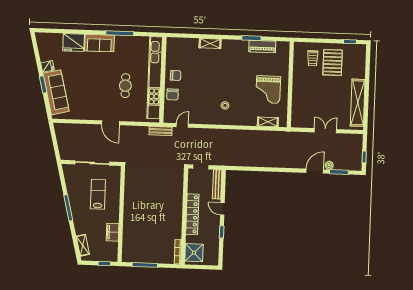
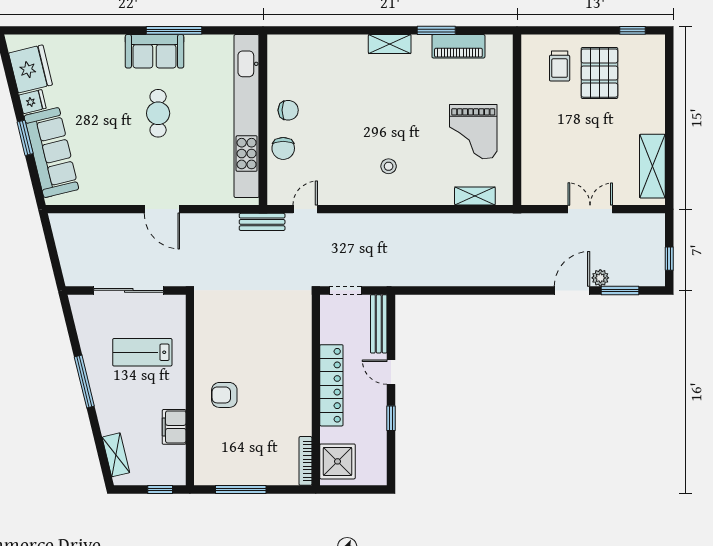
fridge: (74, 42) -> (31, 69), moved, turned -104
sofa: (99, 43) -> (154, 51), moved
shelving: (210, 43) -> (390, 44), moved
cafe table: (125, 86) -> (158, 113), moved
shelving: (358, 103) -> (652, 166), width x0.68
lab bench: (98, 194) -> (142, 352), turned -90
armchair: (138, 217) -> (224, 395), added

